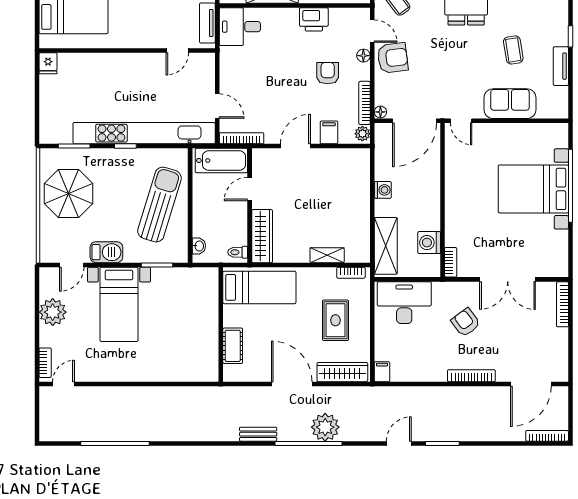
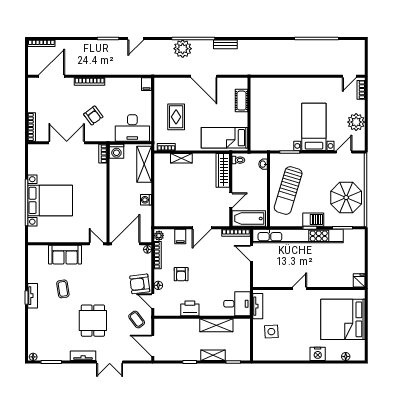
door: (177, 50) -> (299, 289), moved
tv unit: (561, 66) -> (33, 296), moved
washing machine: (429, 243) -> (116, 151), moved, turned 90
barbecue: (106, 252) -> (313, 220), moved, turned 180
wardrobe: (342, 372) -> (172, 84), removed

